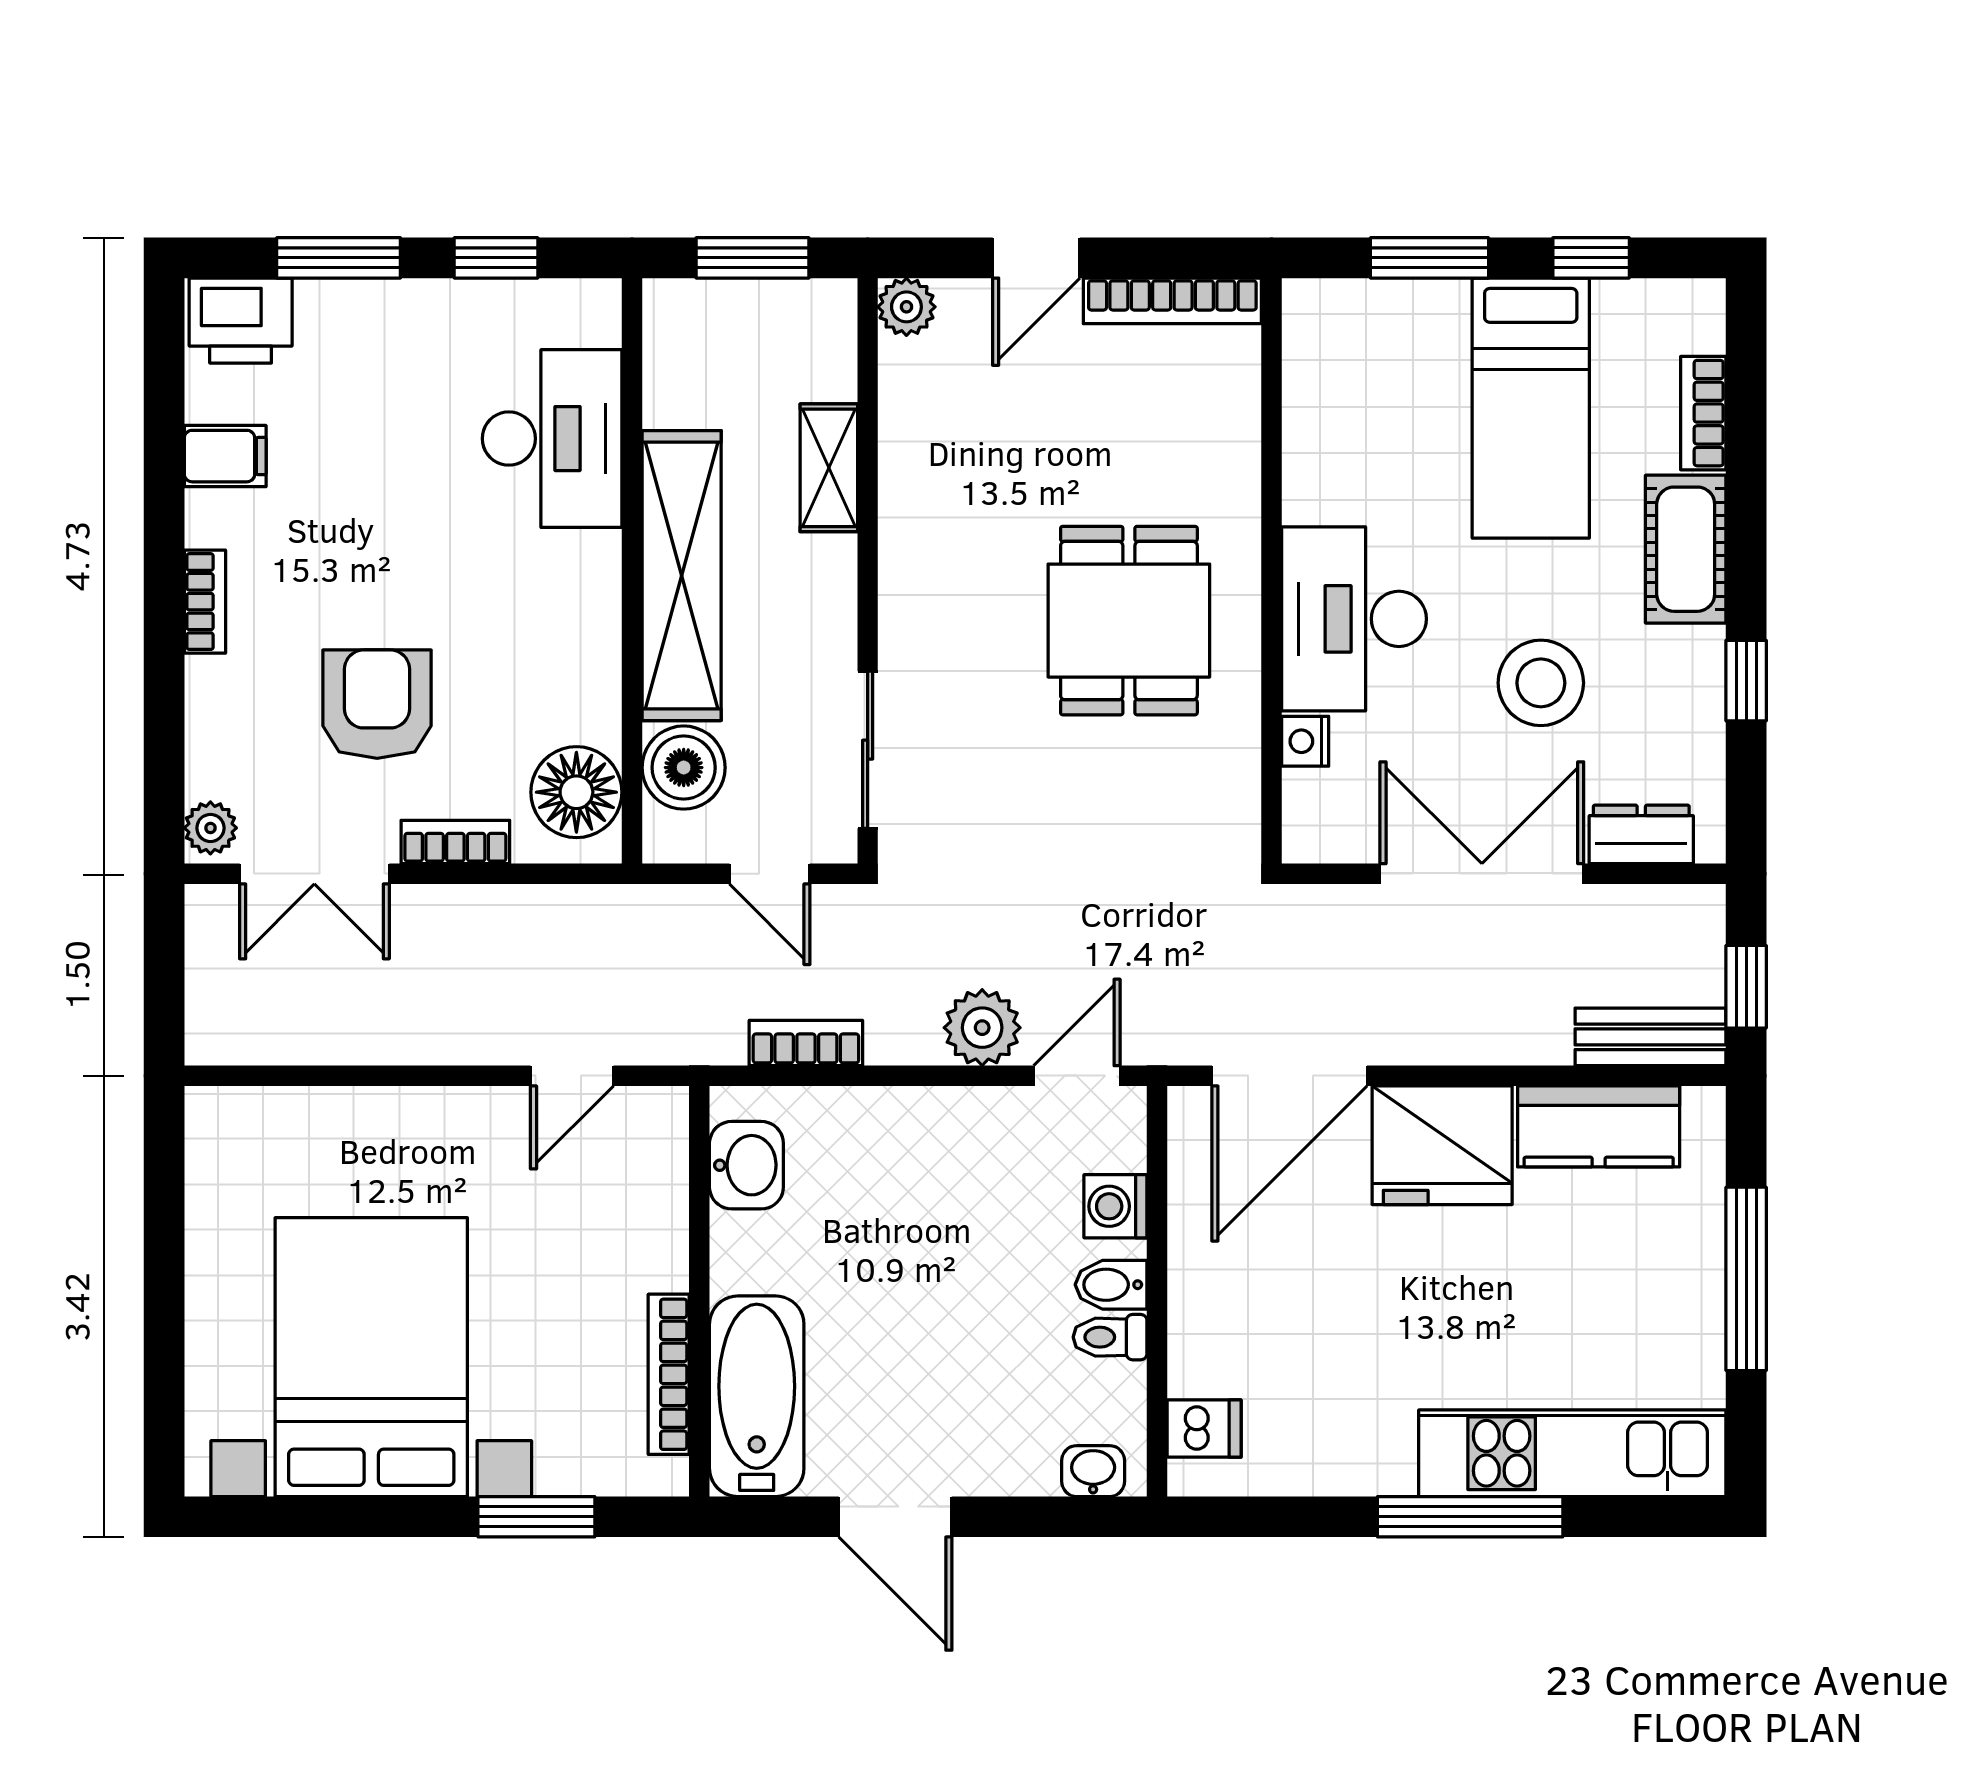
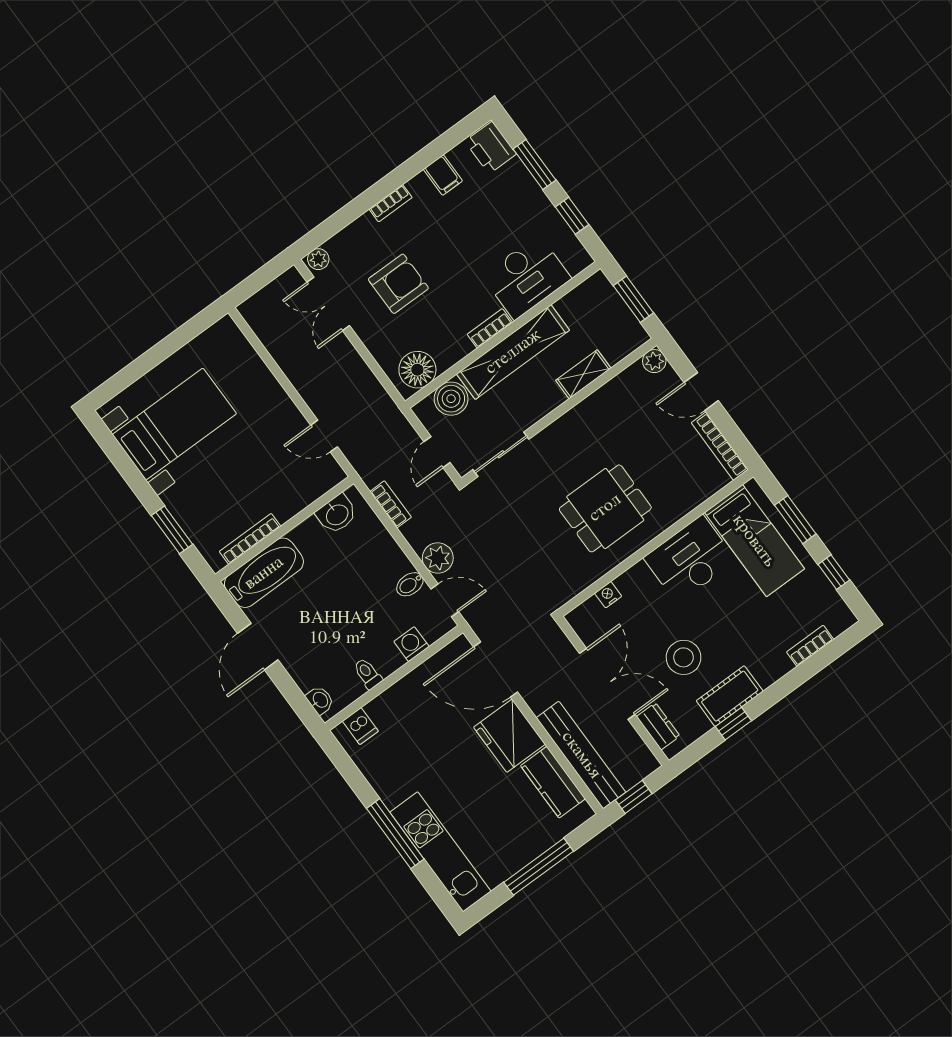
bed: (1531, 408) -> (754, 541), moved, turned -90
cot: (1686, 549) -> (730, 696), moved
desk: (1354, 619) -> (690, 559), moved
bookcase: (455, 842) -> (490, 328), moved, turned -90
bench: (1651, 1037) -> (581, 755), width x1.86, depth x1.21
bidet: (1111, 1285) -> (410, 584), moved, turned -90
bed with nightstands: (371, 1357) -> (174, 424), width x0.73

